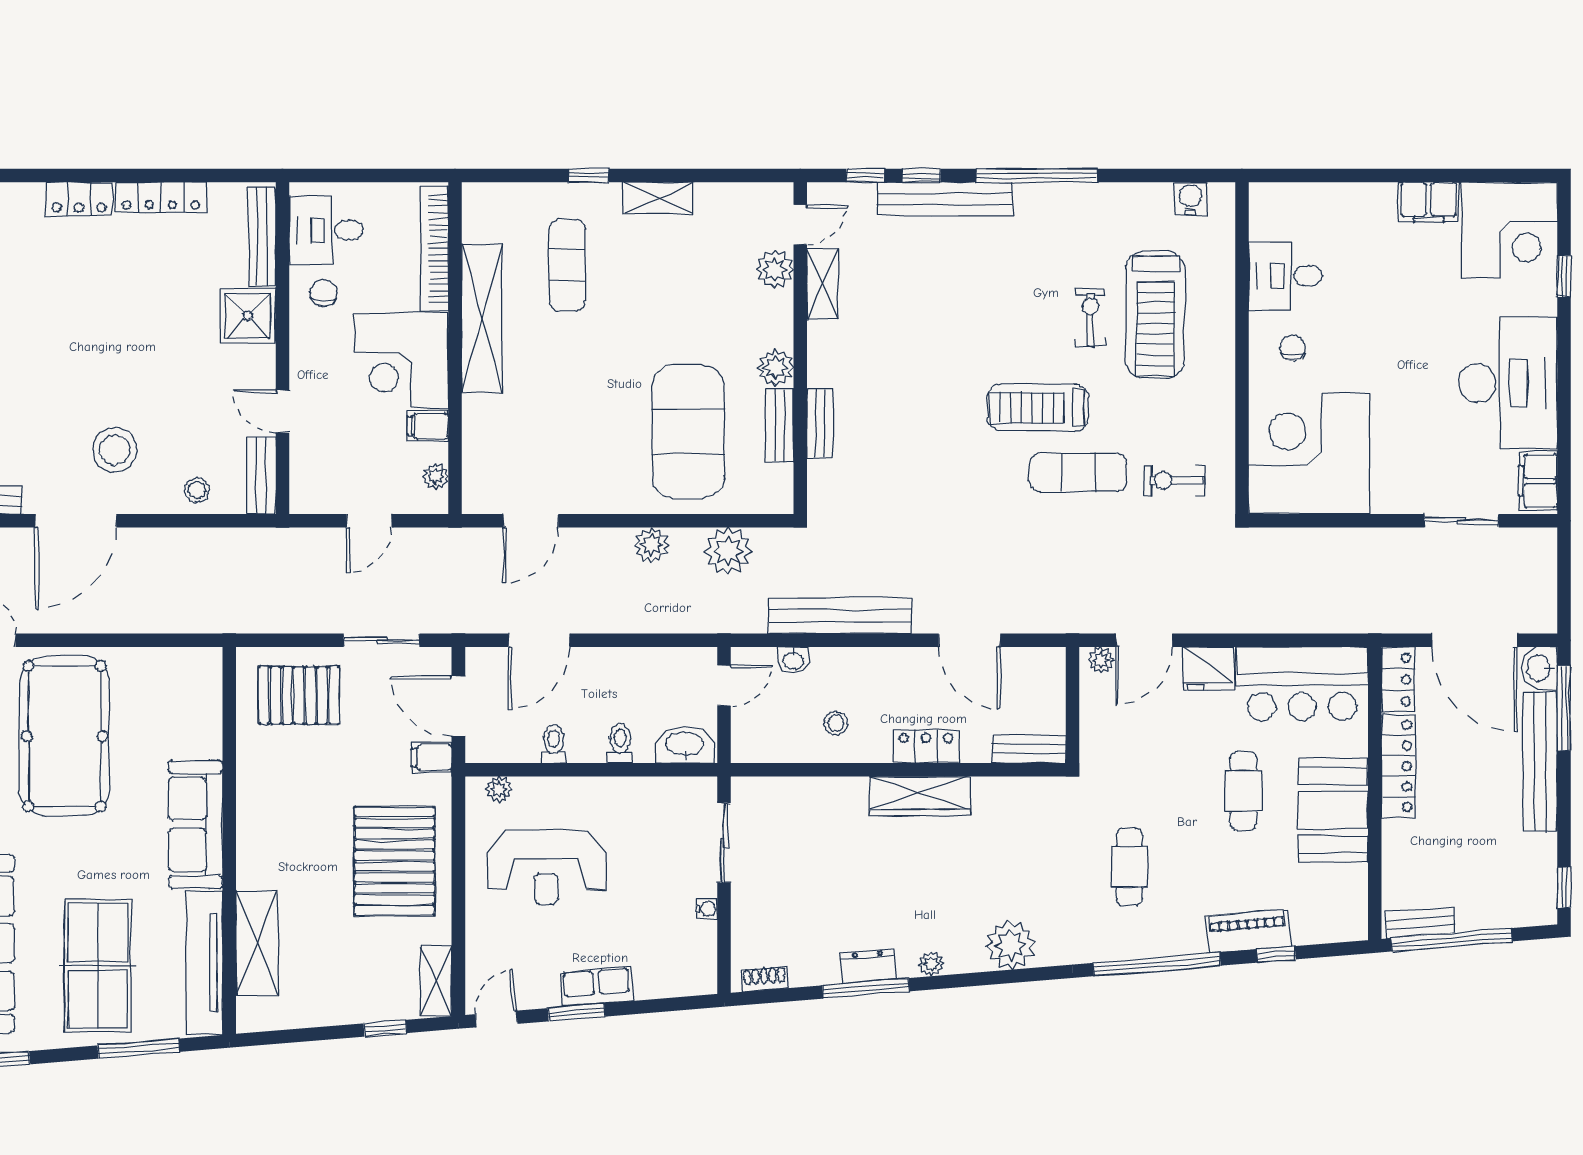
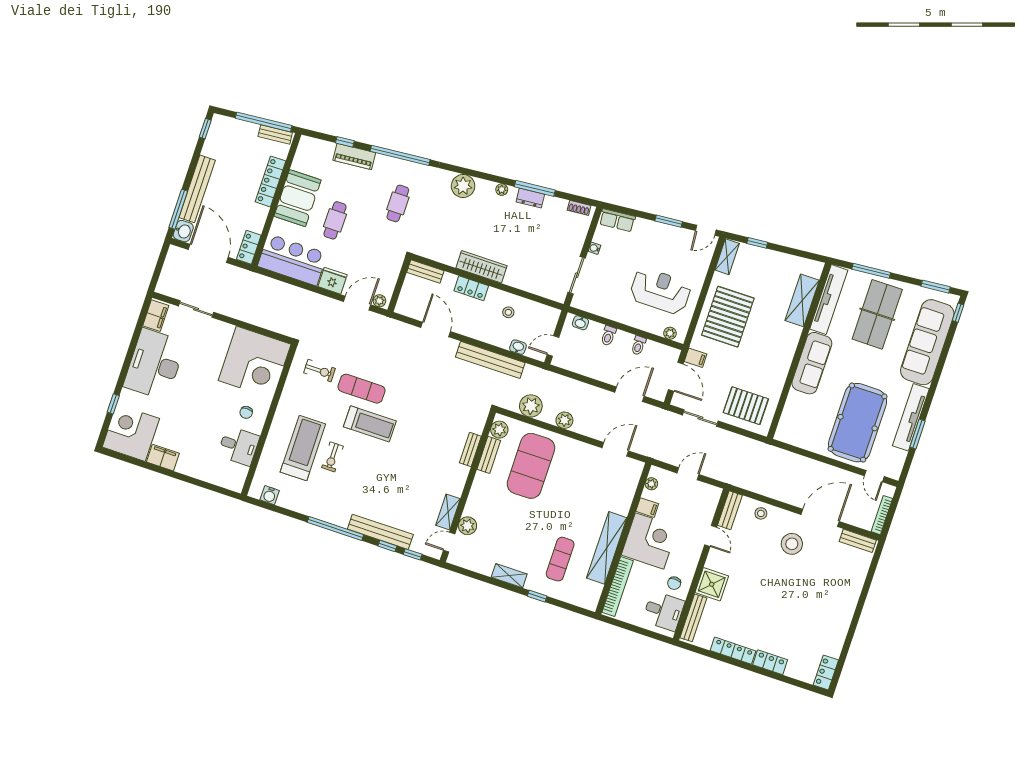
plant: (776, 368) -> (499, 430), moved
washbasin: (685, 745) -> (580, 323), width x0.52, depth x0.69
locker: (1398, 766) -> (271, 181), moved
row of seats: (597, 987) -> (617, 220), moved

